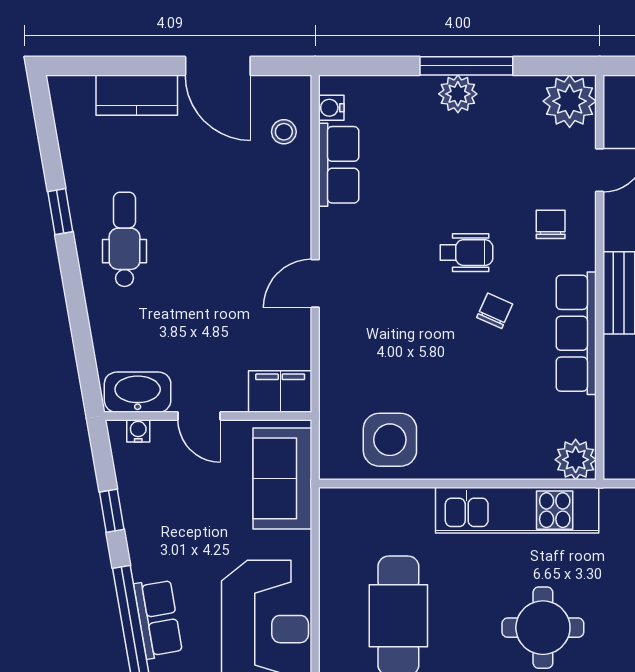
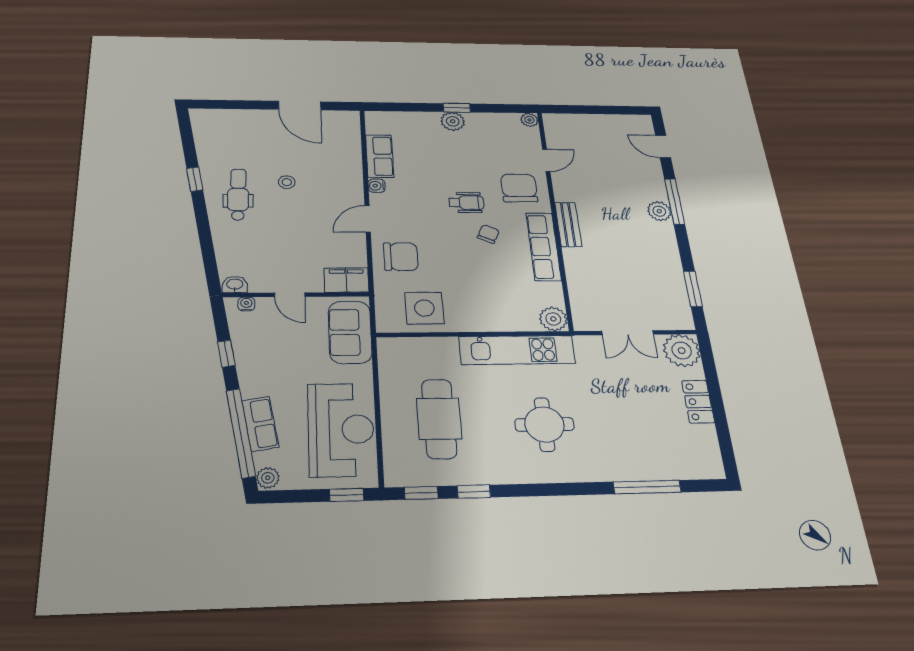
window: (466, 66) -> (457, 108), width x0.46
kitchen counter: (137, 95) -> (247, 119), removed
plant: (570, 101) -> (529, 120), width x0.53, depth x0.53
water cooler: (331, 108) -> (377, 186), moved
stool: (284, 132) -> (287, 182), moved
chair: (551, 224) -> (519, 188), width x1.87, depth x1.87
chair: (361, 351) -> (401, 257), added
washbasin: (138, 392) -> (235, 285), width x0.52, depth x0.69

